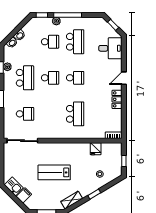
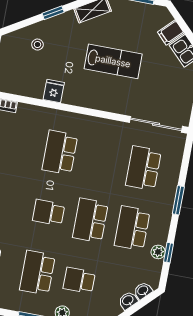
school desk: (50, 78) -> (90, 220), width x1.85
school desk: (25, 114) -> (143, 168), width x1.85
fridge: (96, 149) -> (54, 91), moved

